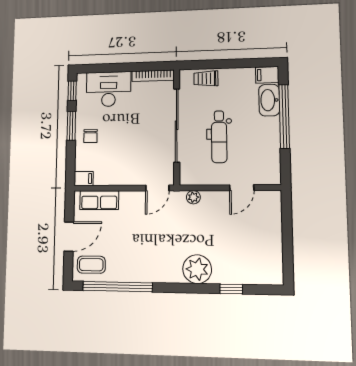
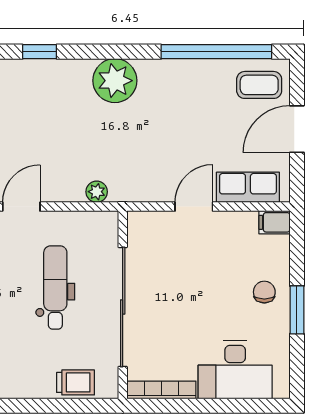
window: (72, 91) -> (297, 369), removed
door: (157, 188) -> (194, 207), moved
plant: (197, 269) -> (115, 81), moved

